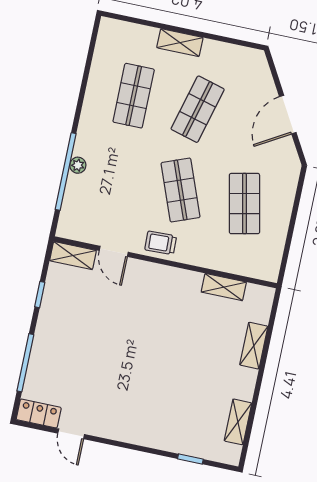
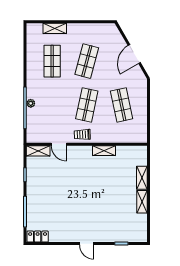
shelving: (180, 43) -> (55, 28), moved
shop shelf: (181, 190) -> (87, 105), turned 33
shelving: (224, 287) -> (104, 151), moved
shelving: (238, 422) -> (142, 202), moved
door: (71, 434) -> (87, 244), moved

